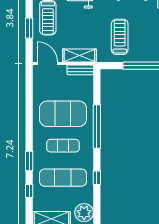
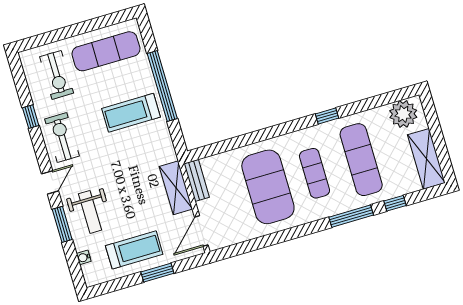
treadmill: (120, 37) -> (131, 113), moved
window: (97, 126) -> (272, 132), removed
window: (29, 161) -> (351, 216), width x1.44
window: (97, 178) -> (327, 116), moved

